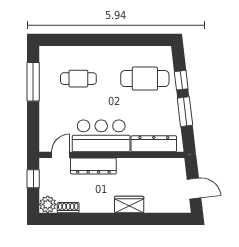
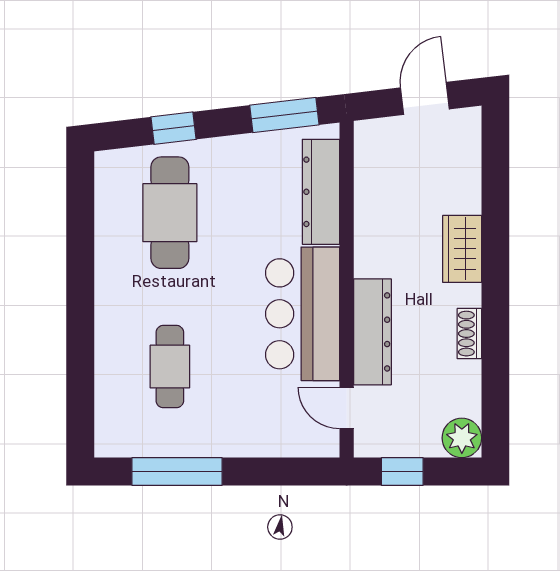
window: (185, 112) -> (284, 115), moved
shoe rack: (68, 208) -> (469, 334), moved

